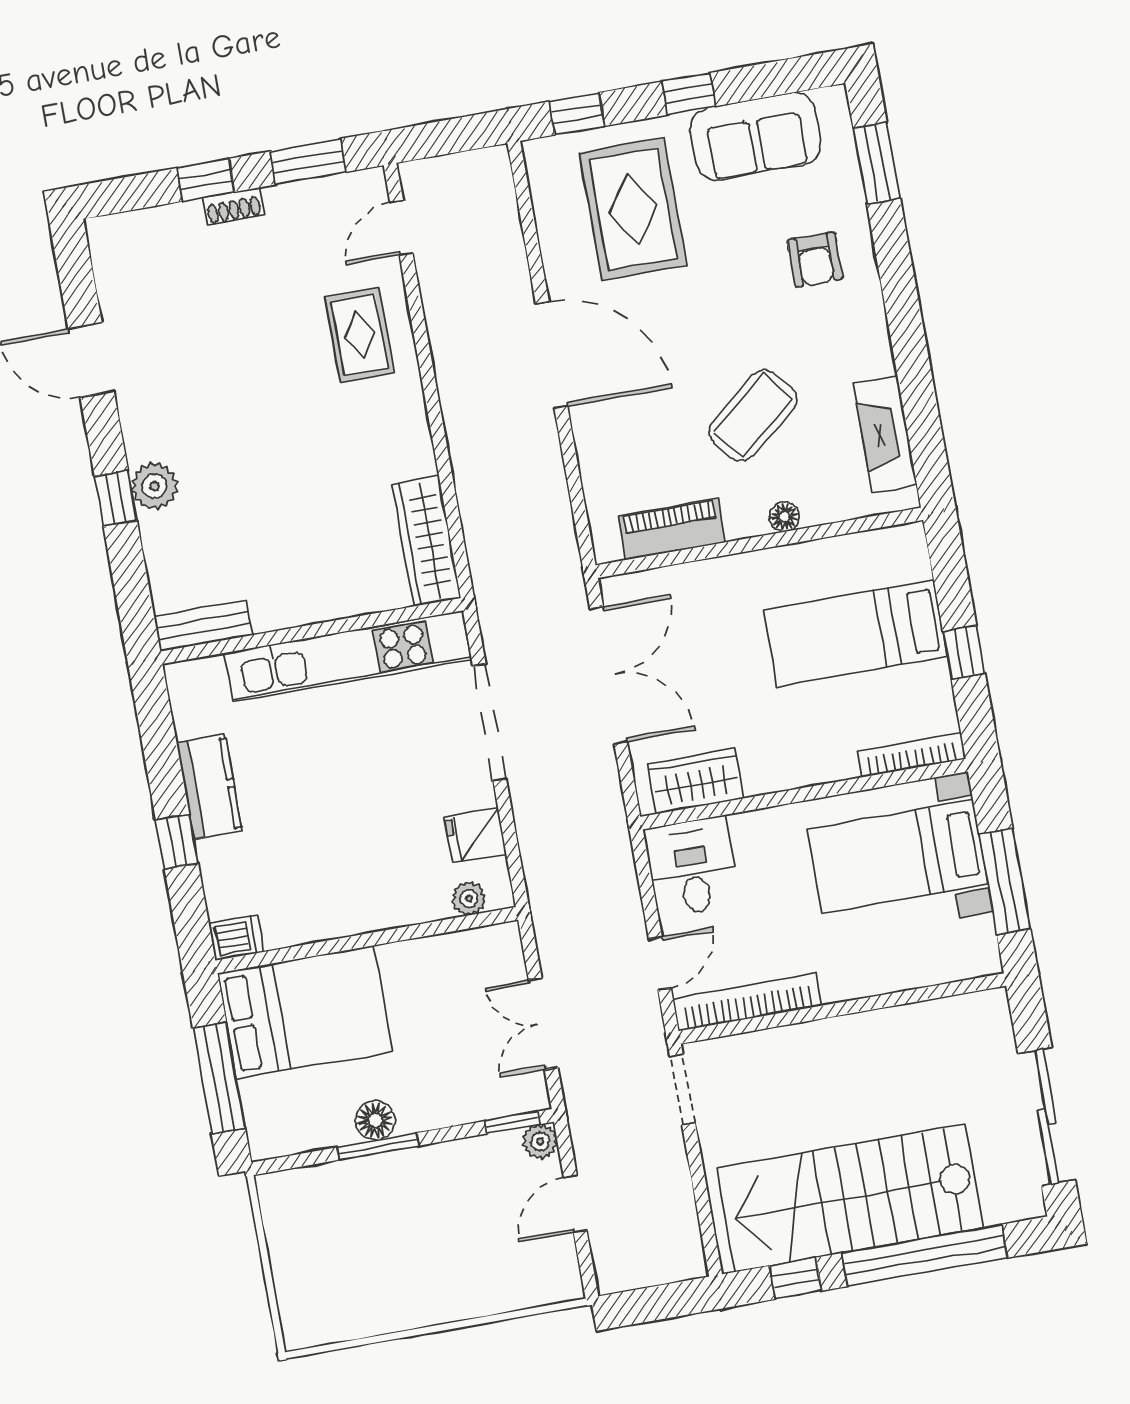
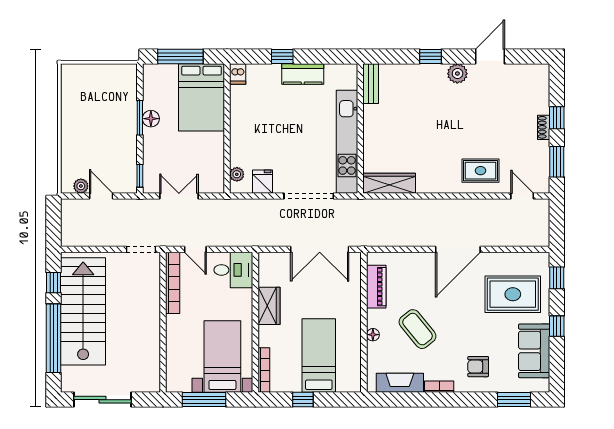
bookcase: (878, 341) -> (439, 387), added
plant: (154, 486) -> (457, 74), moved
wardrobe: (695, 781) -> (269, 306), moved
plant: (540, 1141) -> (81, 186), moved

